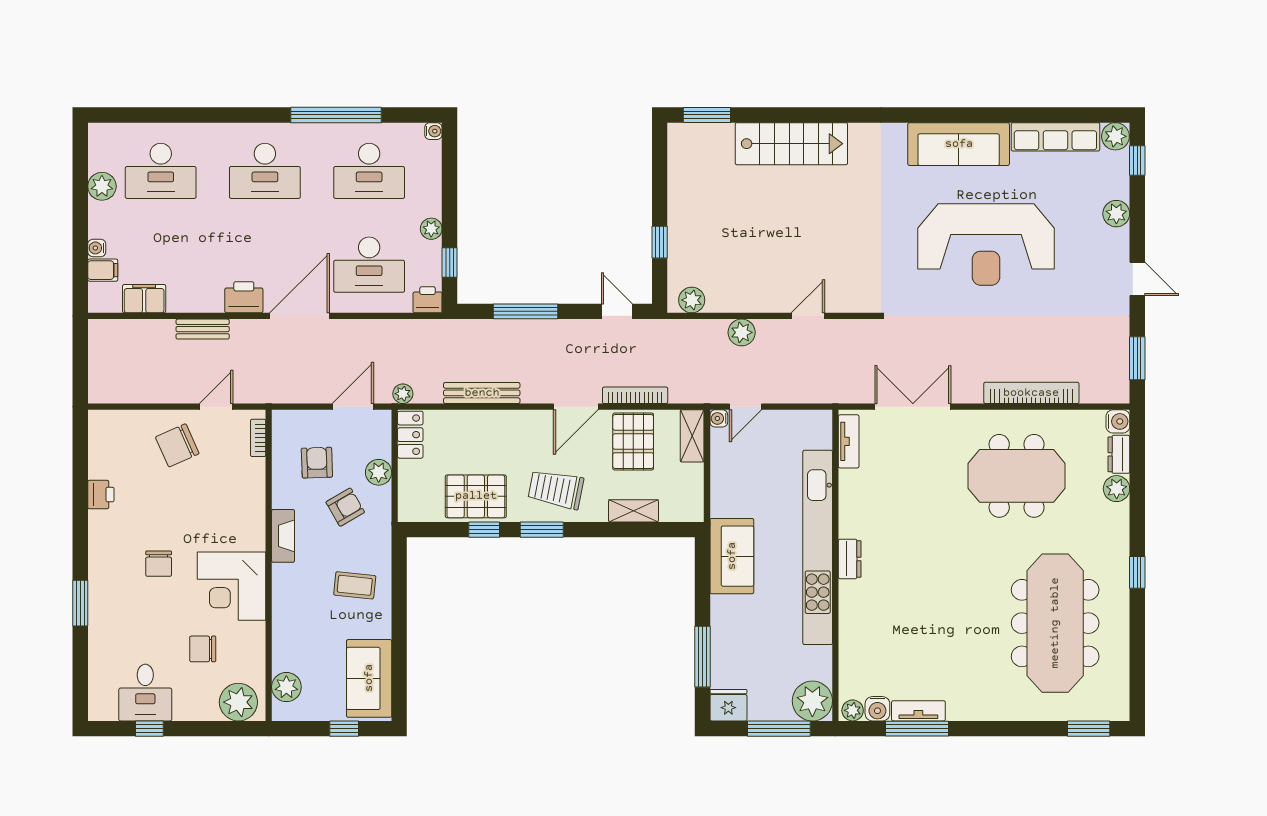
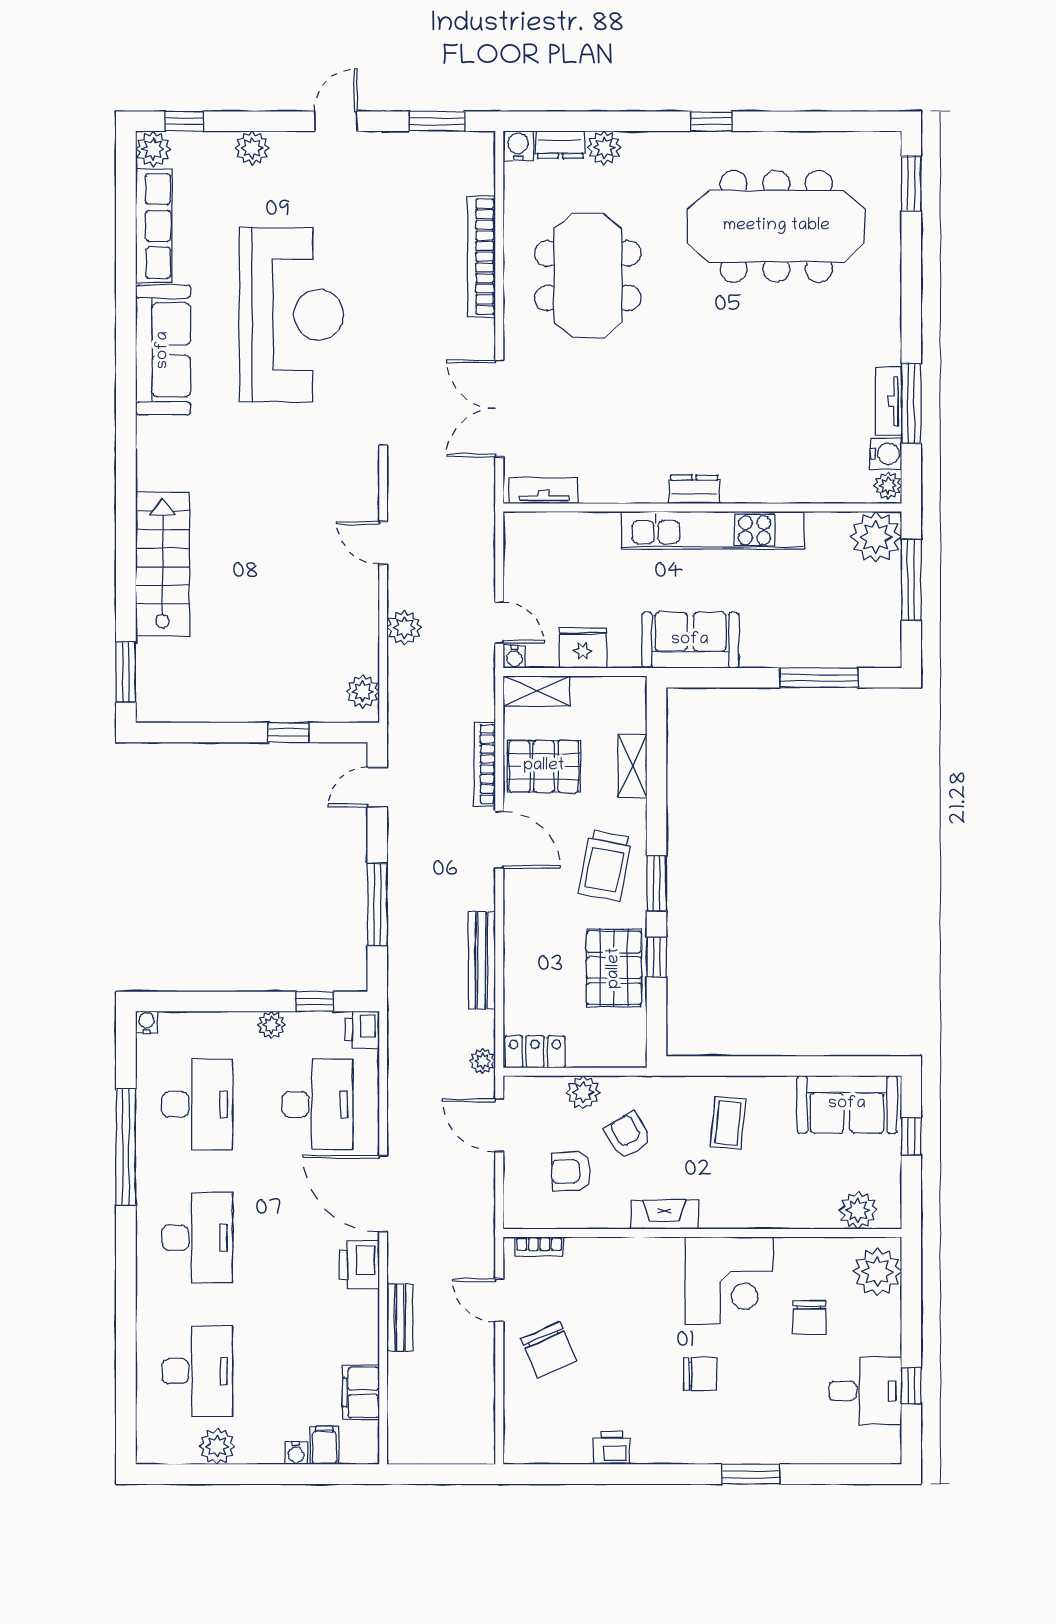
kitchen unit: (818, 547) -> (713, 530), width x0.73
fridge: (728, 705) -> (583, 648), moved, turned 90

